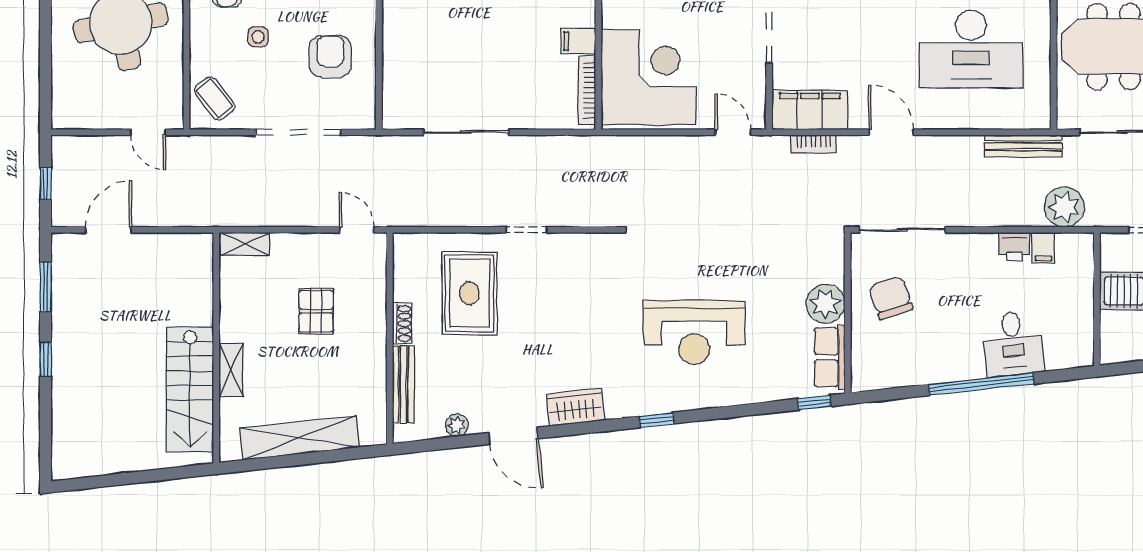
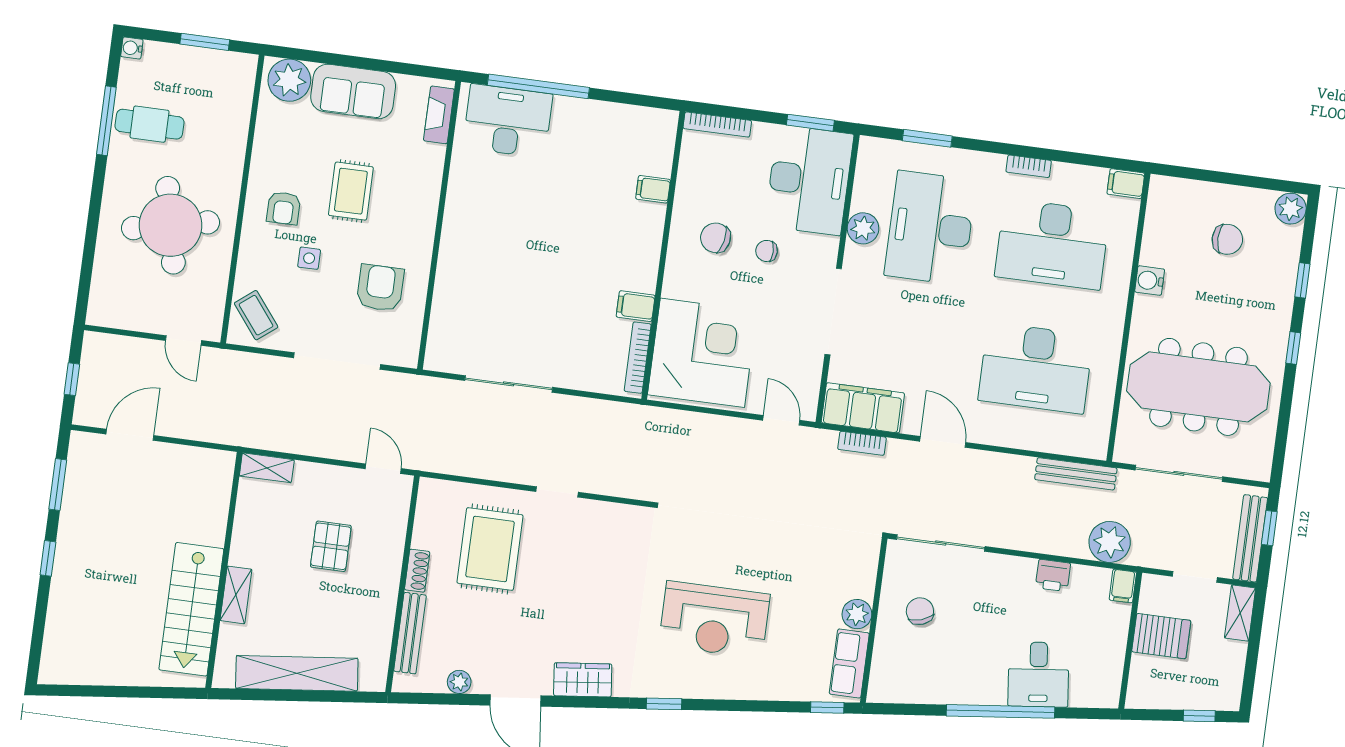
filing cabinet: (1043, 248) -> (1123, 586), moved
chair: (891, 298) -> (920, 611), width x0.73, depth x0.73
plant: (825, 304) -> (857, 614), width x0.73, depth x0.73

